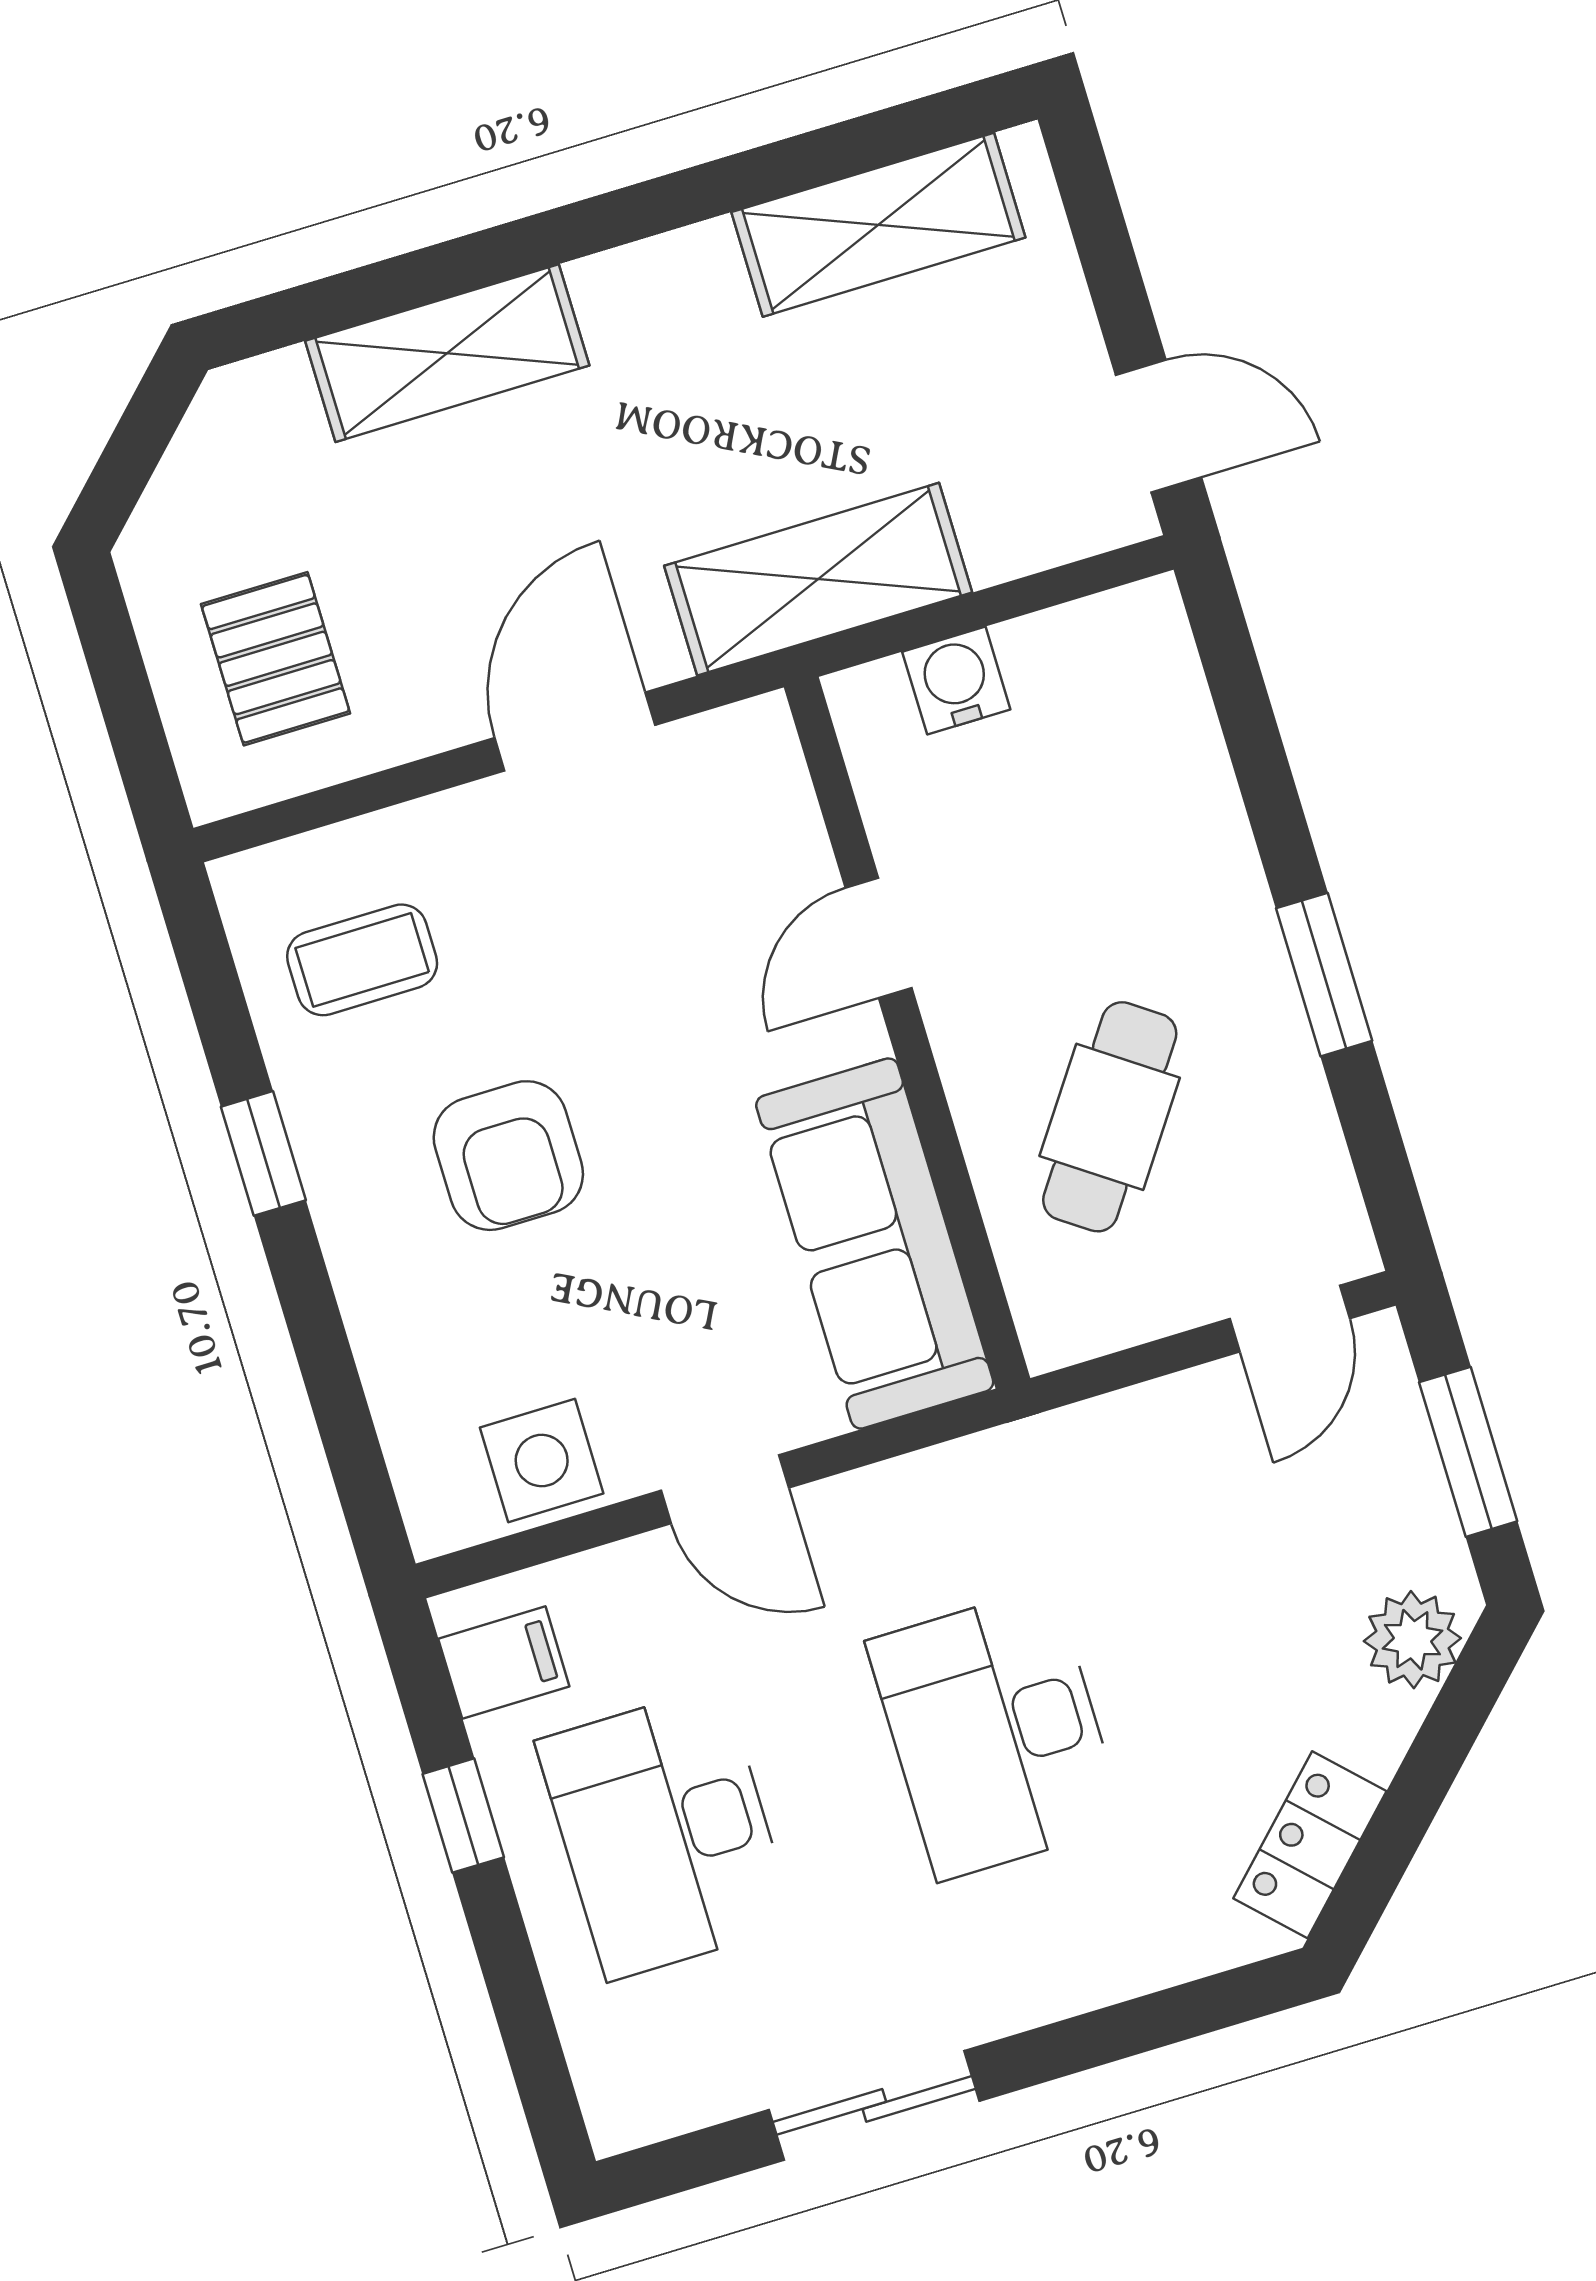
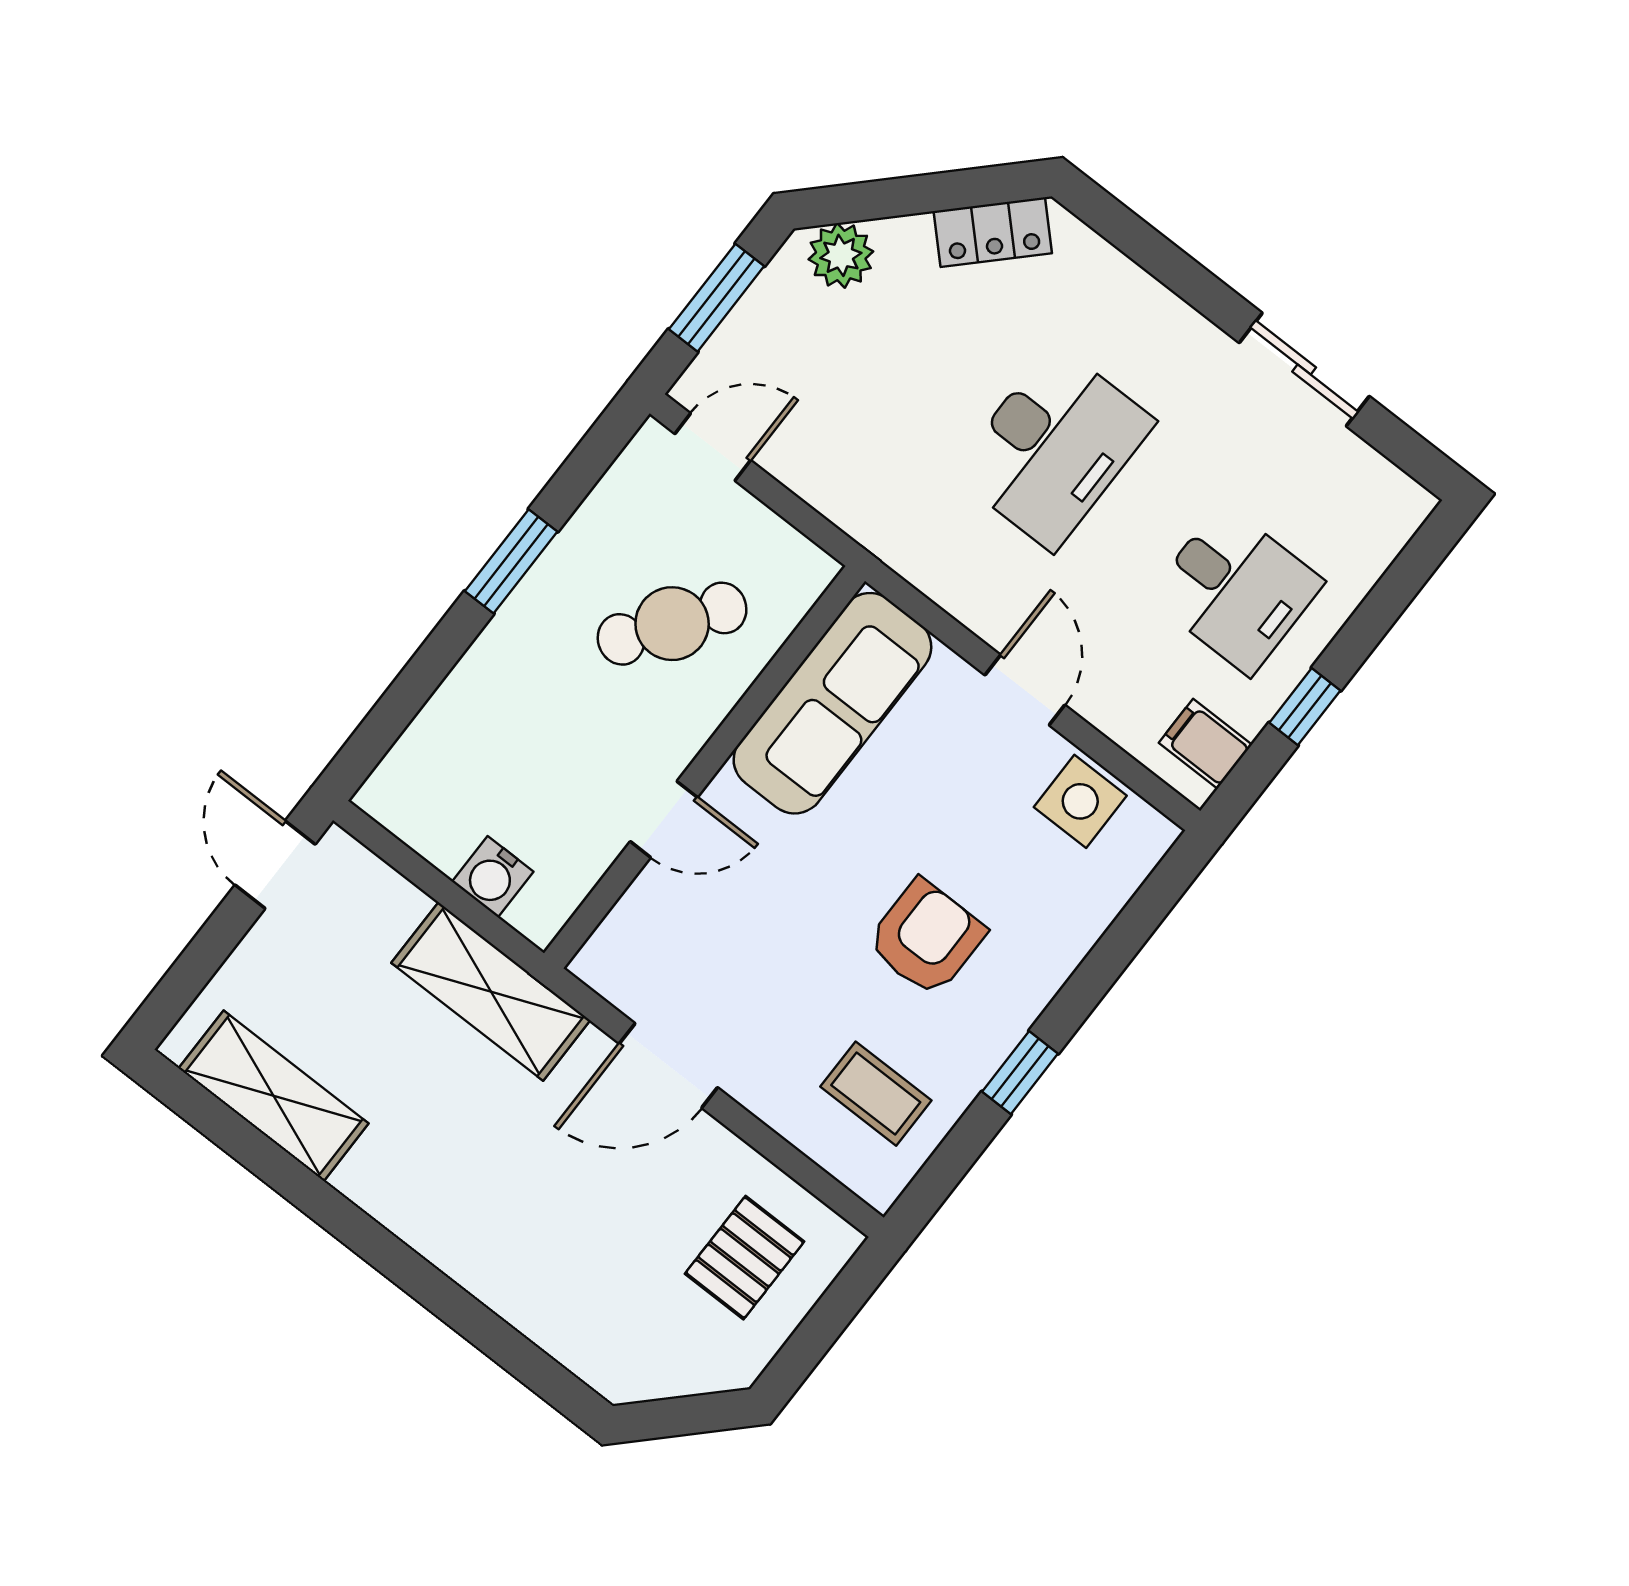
shelving: (447, 353) -> (511, 1282), removed
desk: (665, 1833) -> (1236, 589), width x0.73

